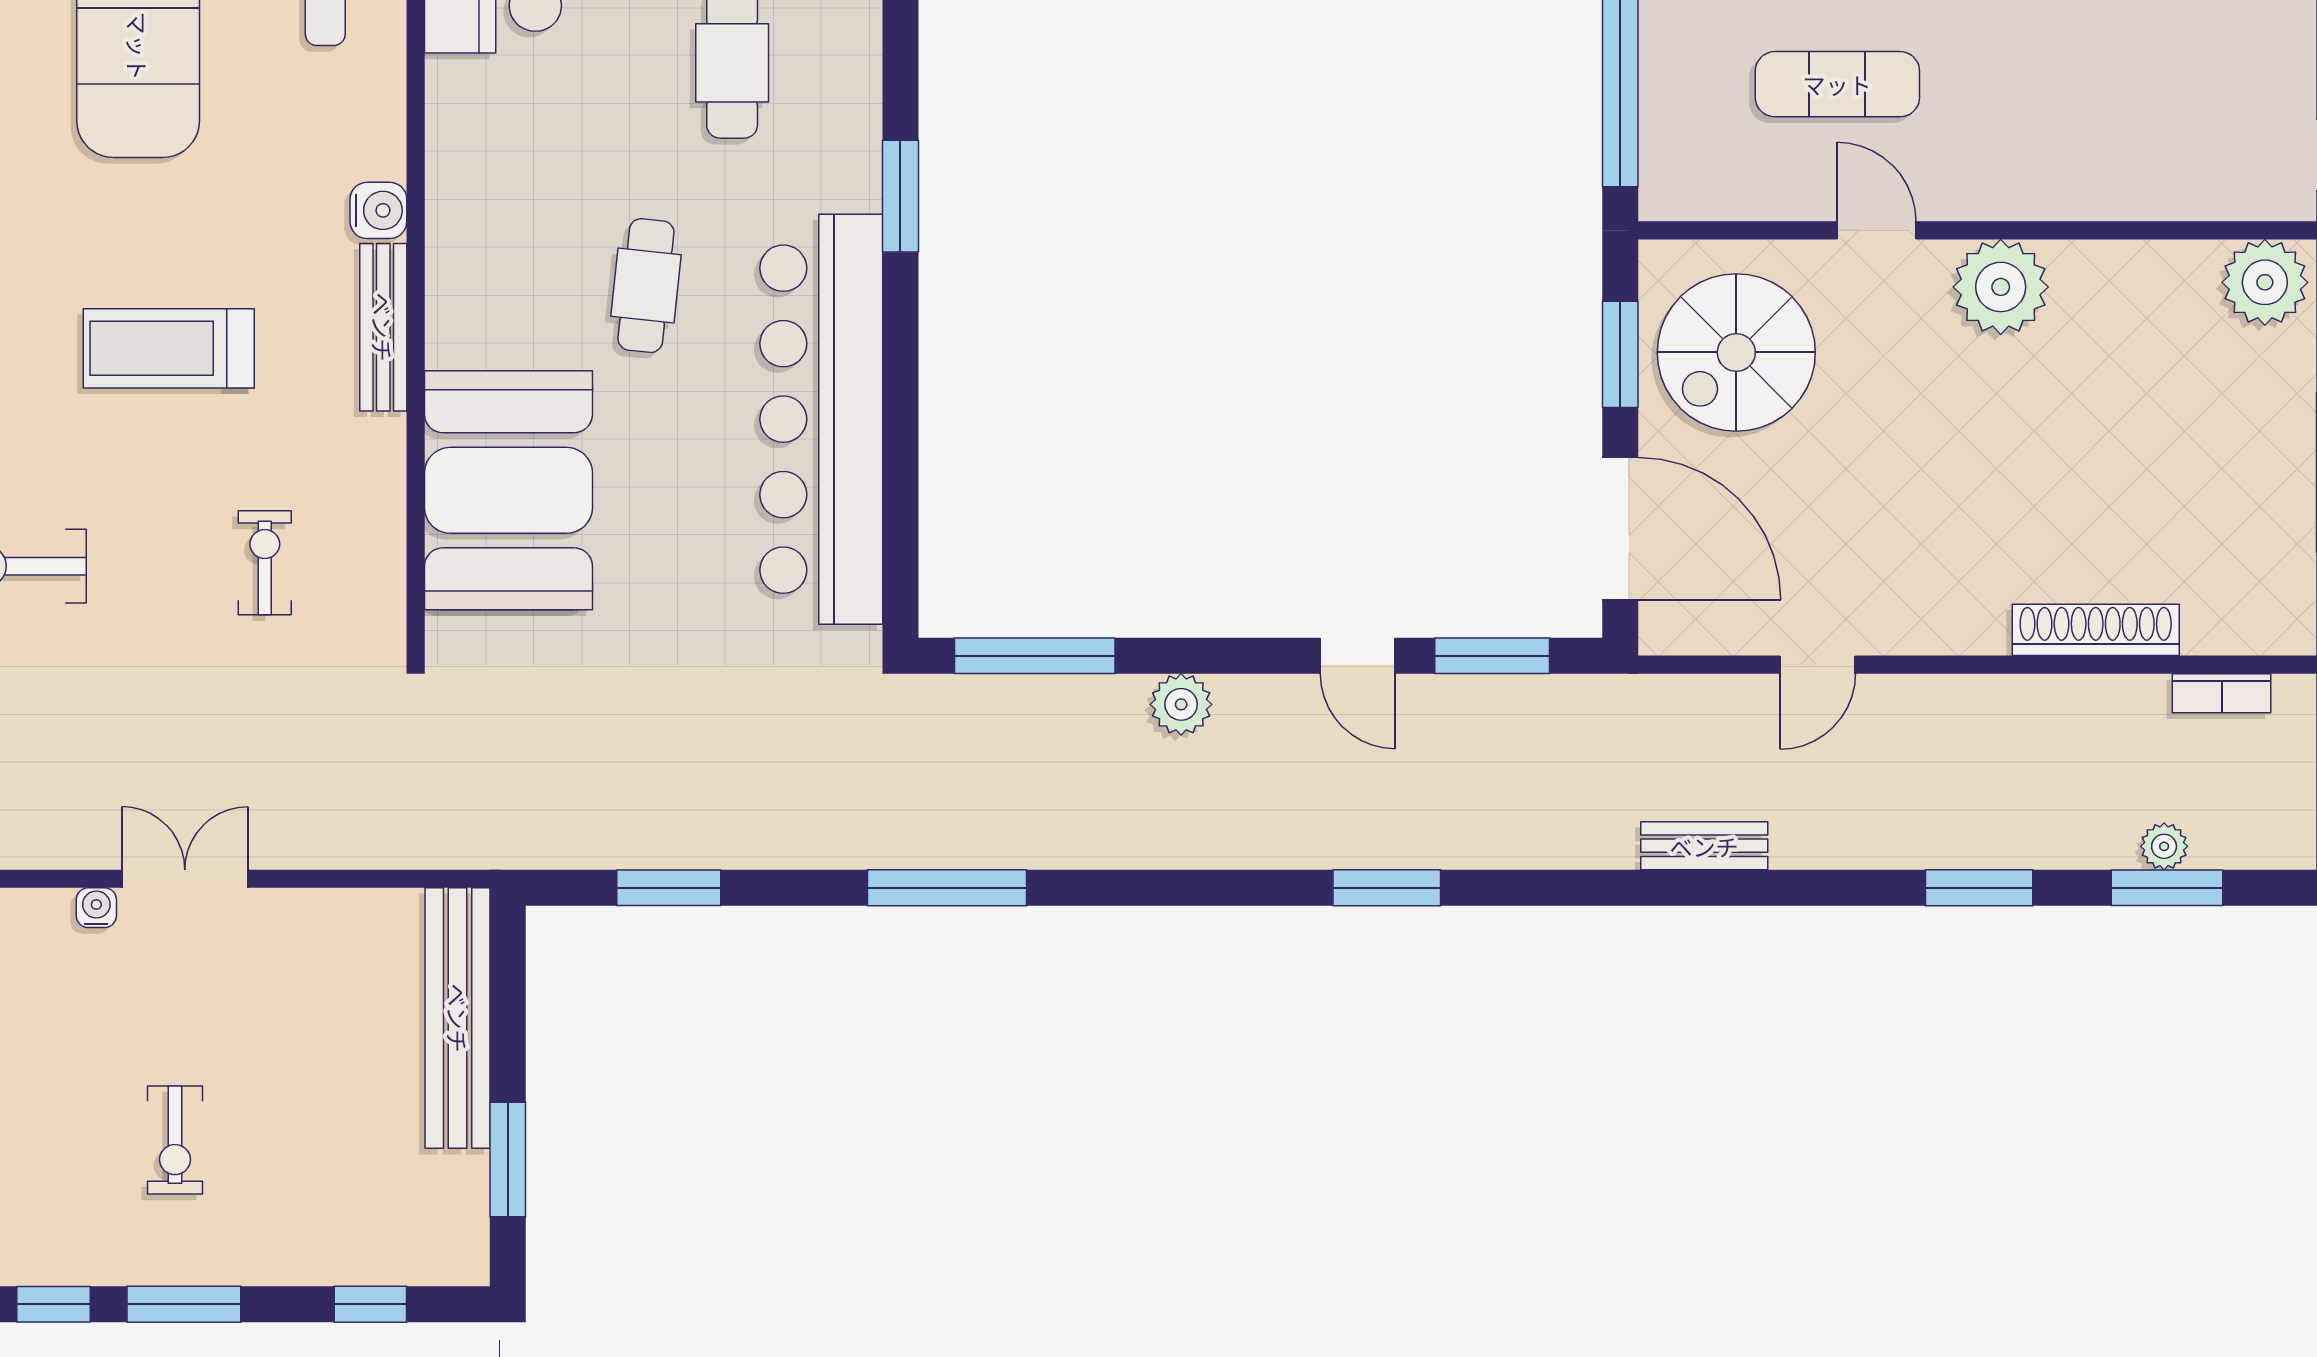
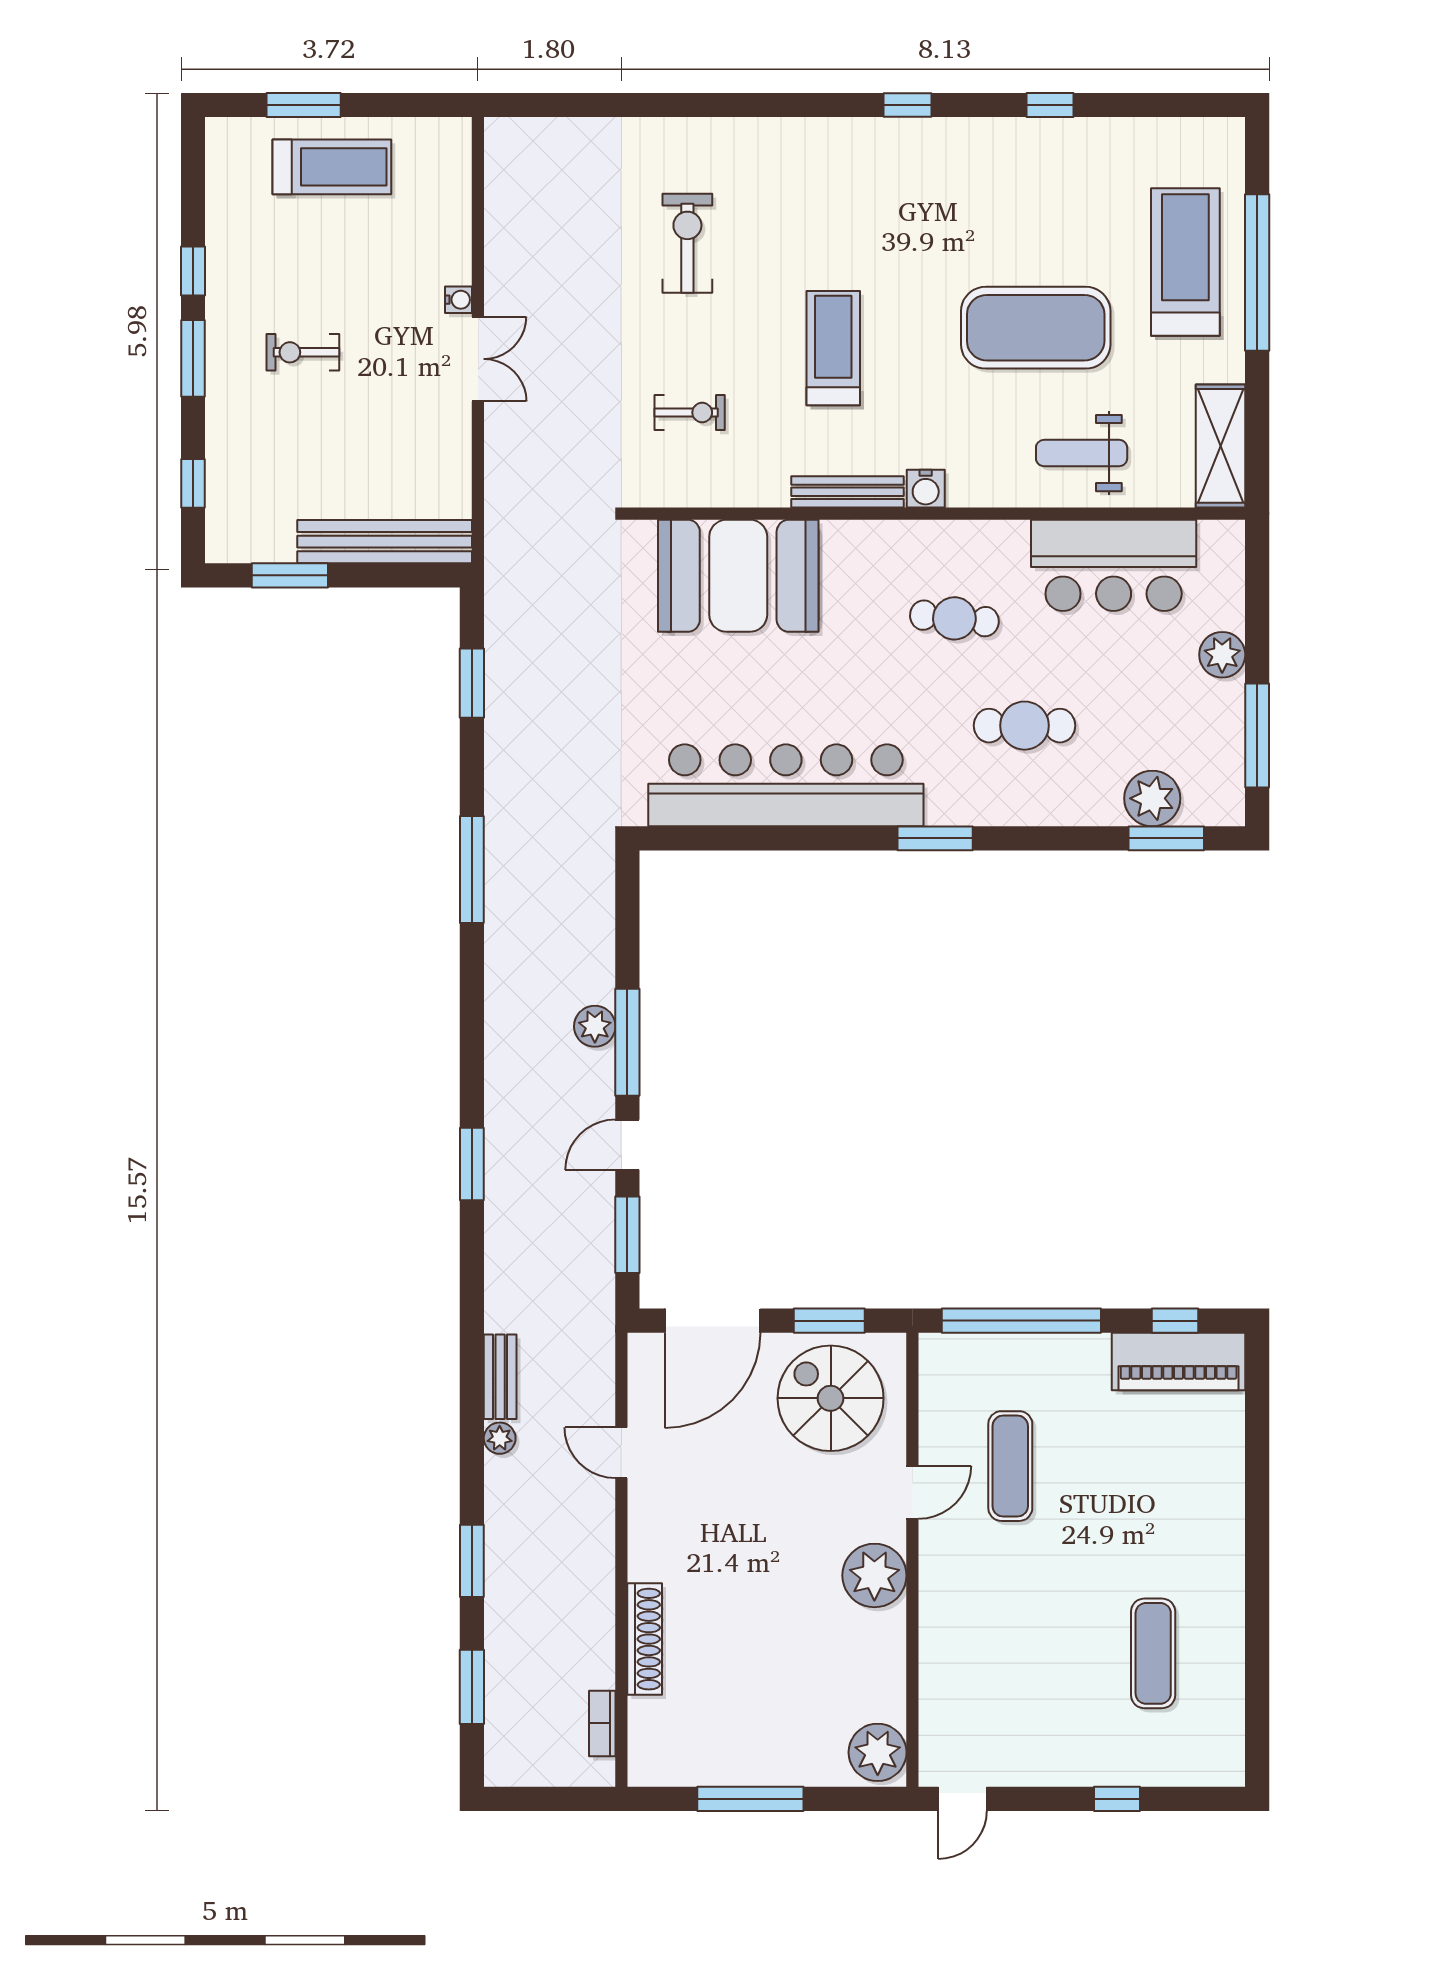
cafe table: (646, 286) -> (954, 618), moved
window: (1035, 656) -> (627, 1042), moved
plant: (2164, 846) -> (500, 1438), moved

